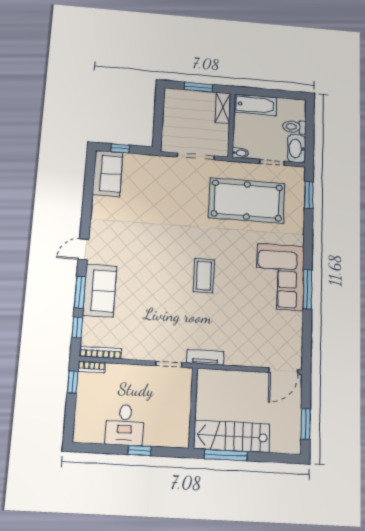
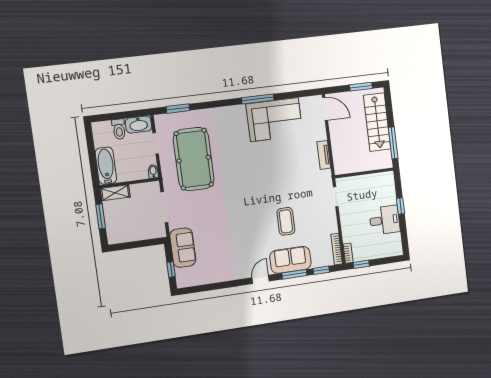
sofa: (108, 173) -> (183, 248), moved, turned 90
door: (83, 249) -> (261, 279), swing flipped
coffee table: (204, 276) -> (286, 221), moved, turned 90
corner sofa: (280, 277) -> (274, 120), moved
tv unit: (205, 357) -> (324, 155), moved
stairs: (232, 436) -> (377, 122), moved

